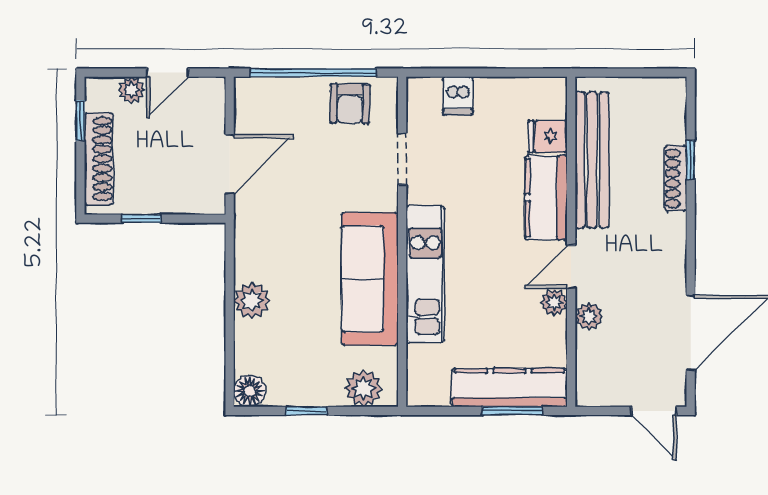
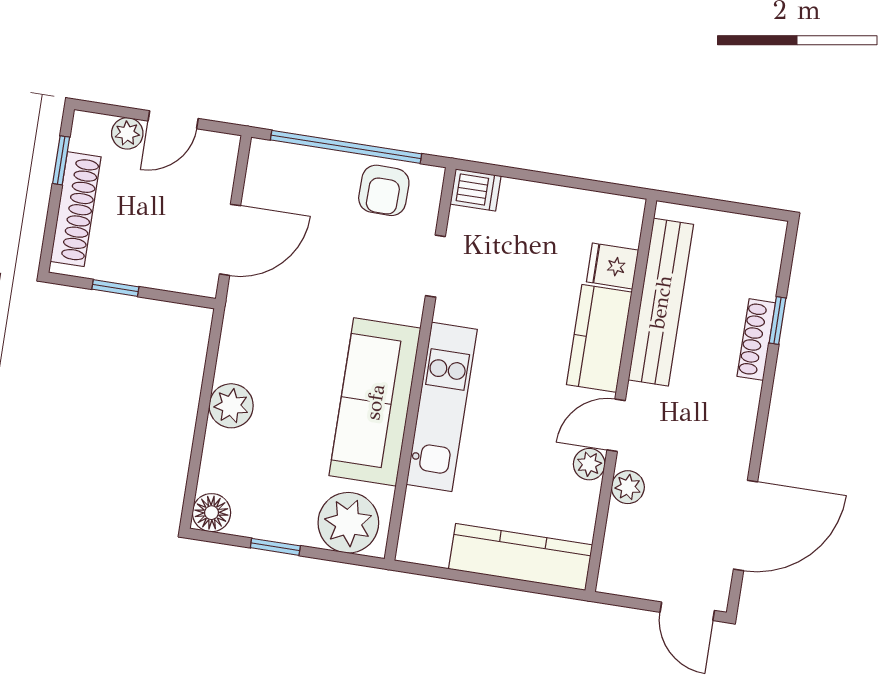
dishwasher: (458, 96) -> (476, 190), moved, turned -90
plant: (363, 388) -> (348, 523), width x1.36, depth x1.36
window: (512, 411) -> (520, 585), removed

